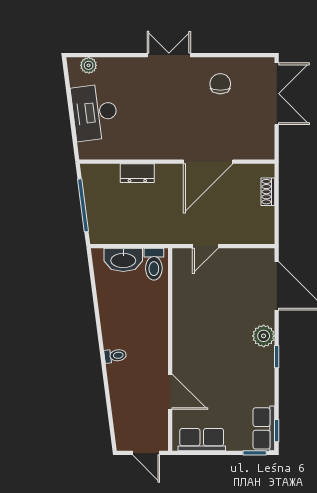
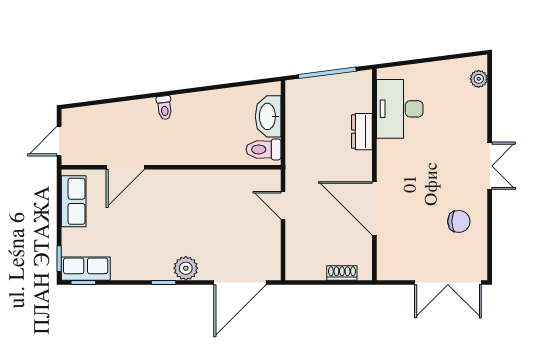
desk: (95, 112) -> (400, 109), moved, turned -83

